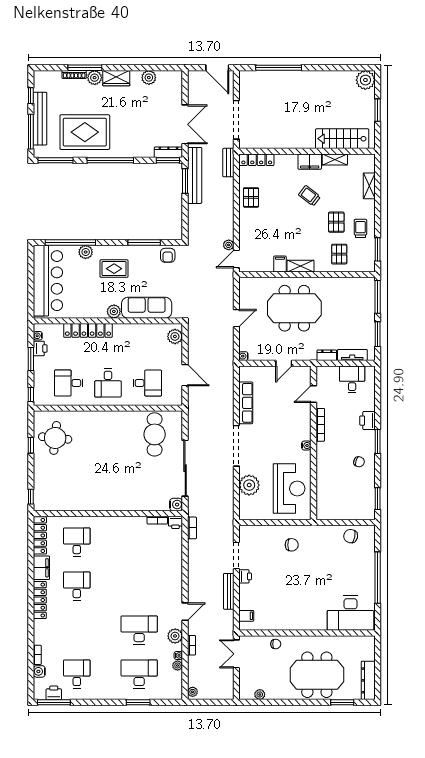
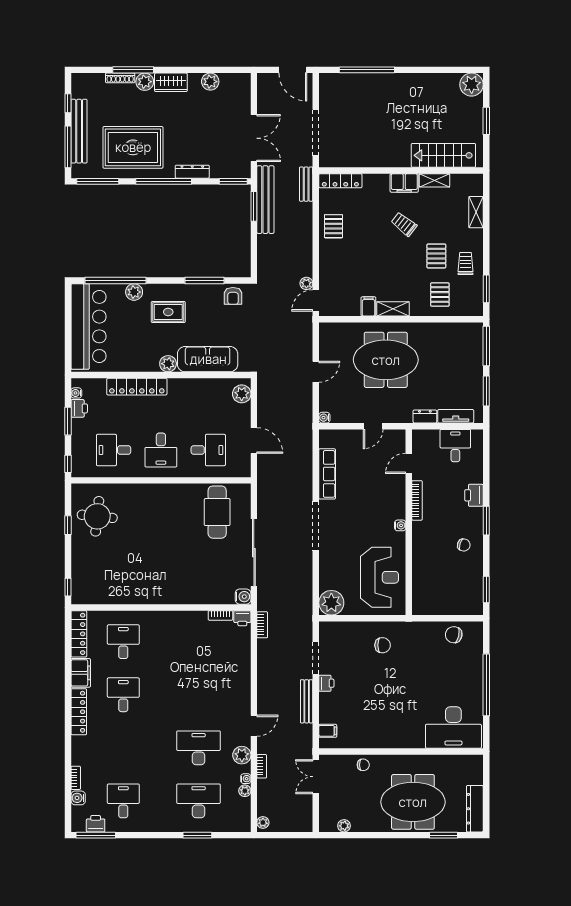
dresser: (168, 152) -> (192, 172), moved
plant: (249, 485) -> (331, 603), moved

